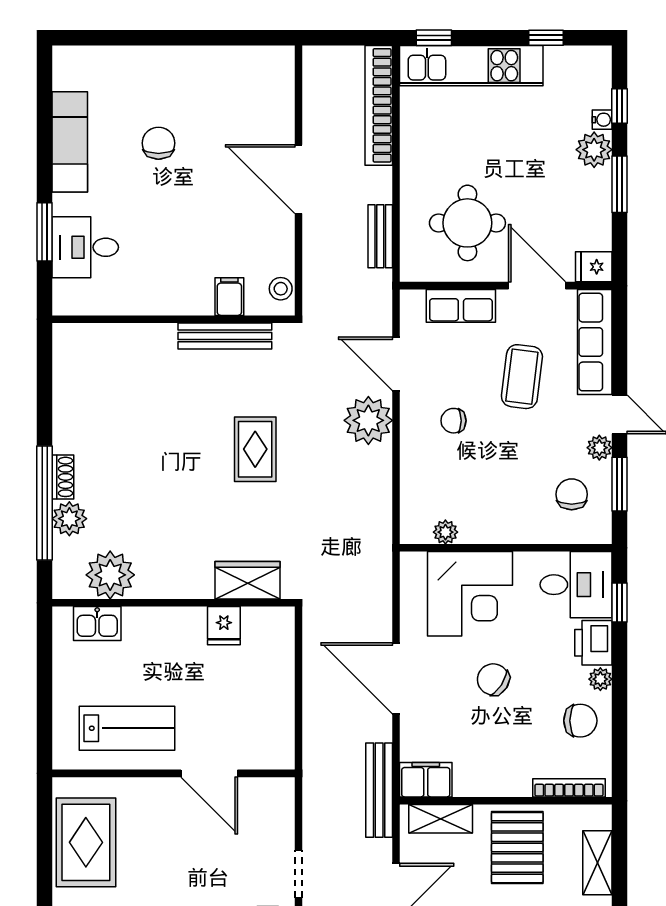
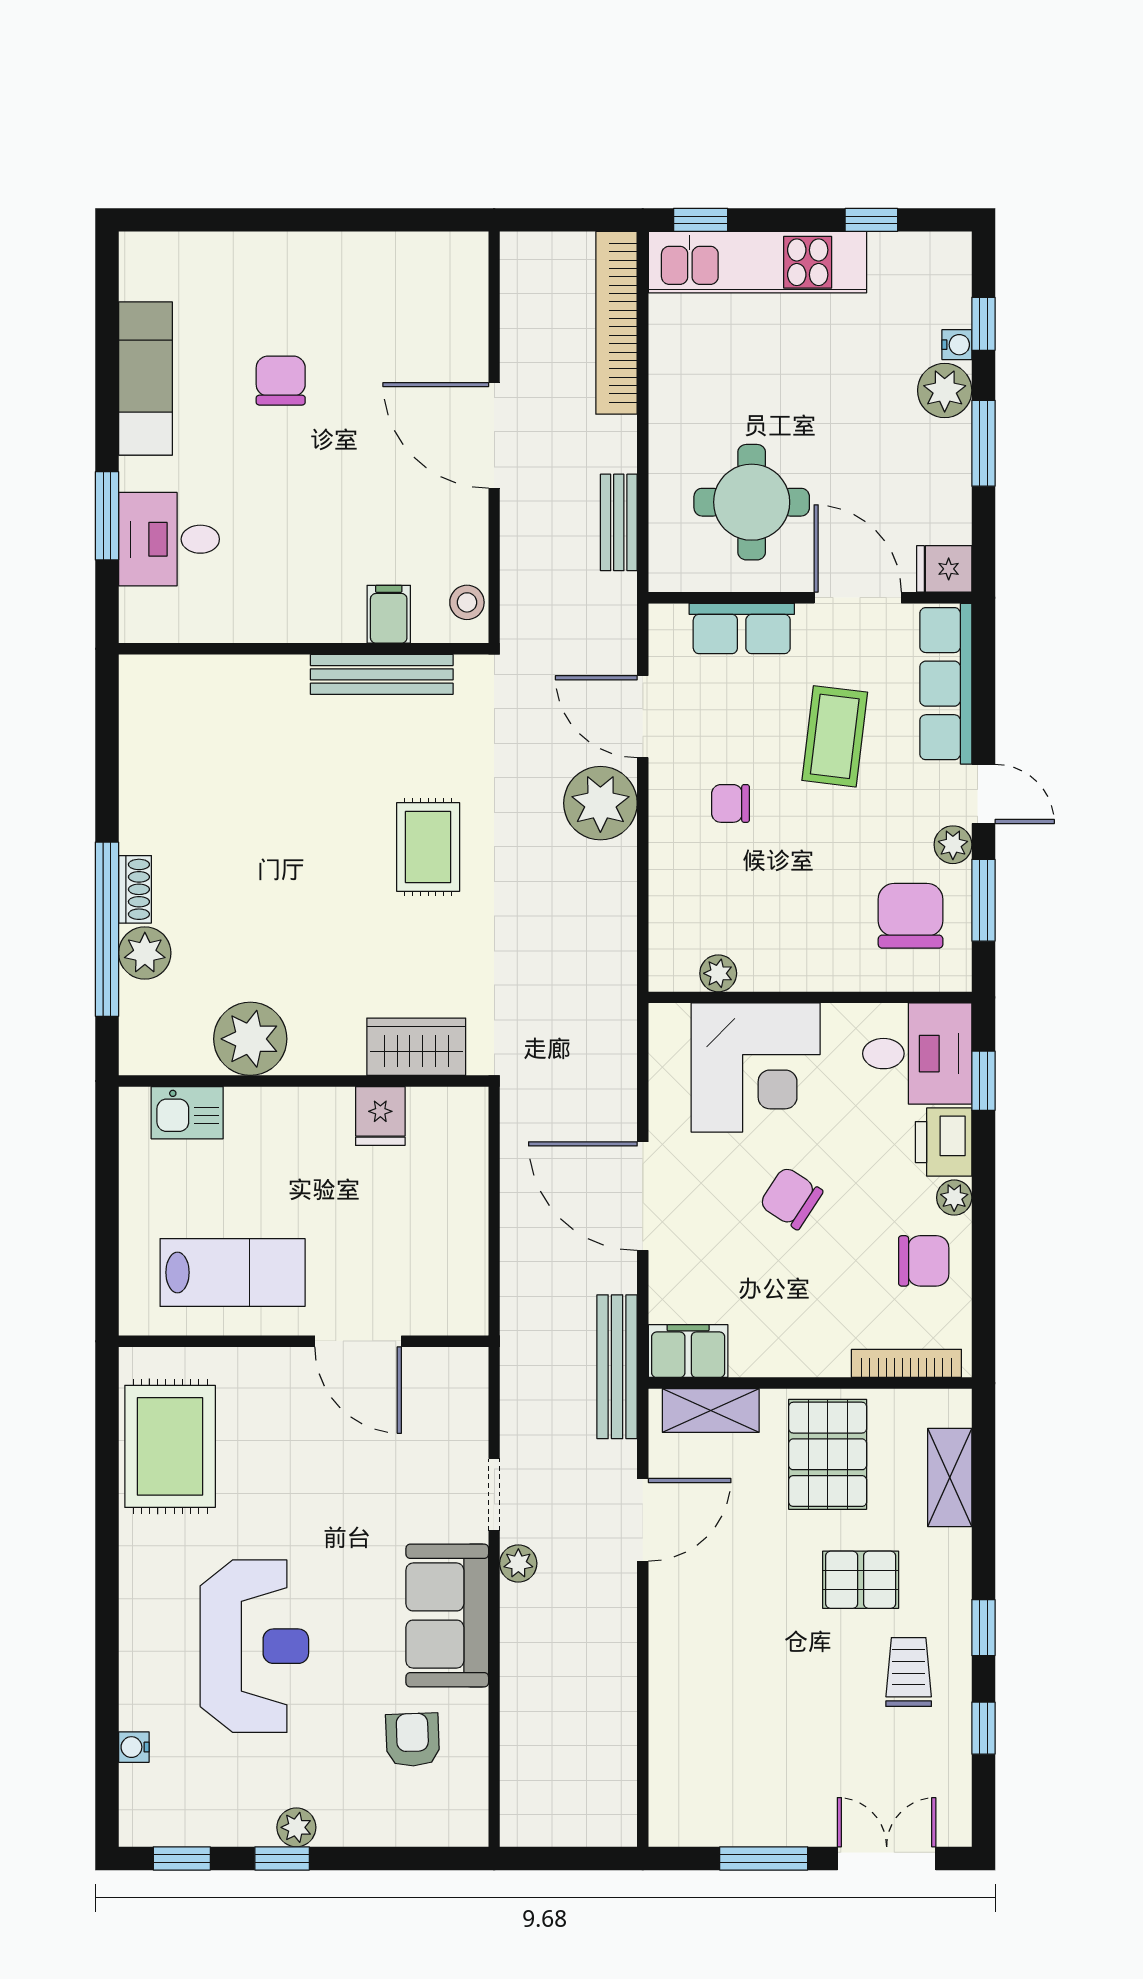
chair: (572, 494) -> (911, 916), width x1.37, depth x1.37
plant: (110, 575) -> (250, 1039), moved

